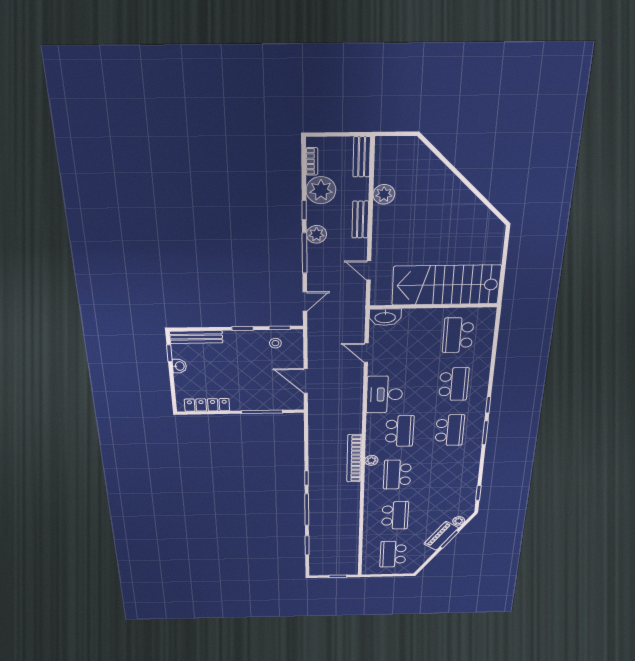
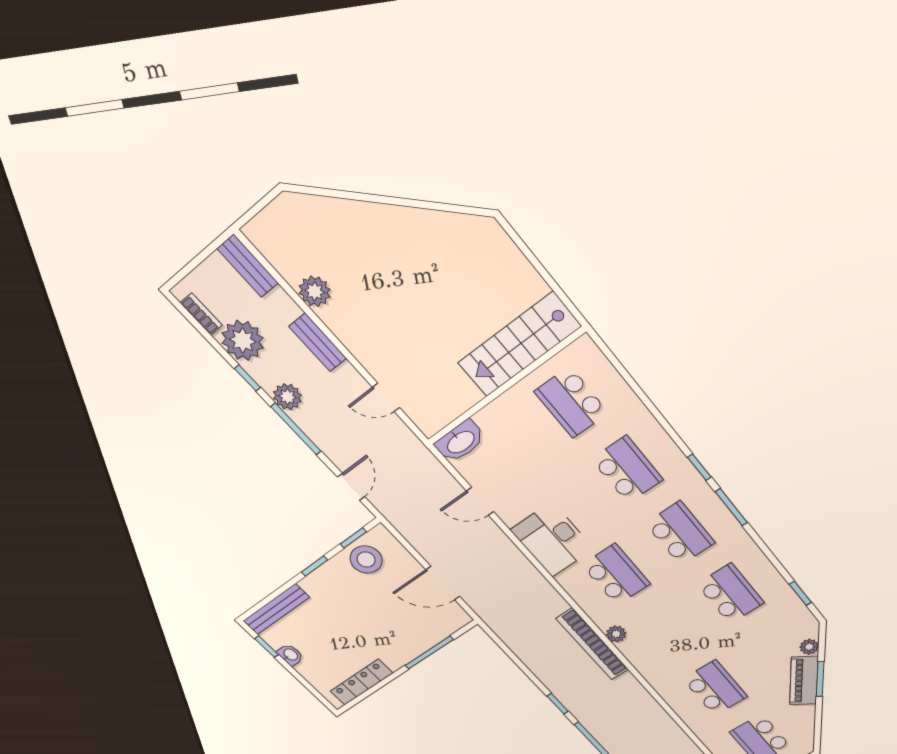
stairs: (446, 285) -> (519, 345), width x0.73, depth x0.66
stool: (275, 343) -> (366, 560), width x1.89, depth x1.89
school desk: (397, 474) -> (730, 594), moved, turned 180

